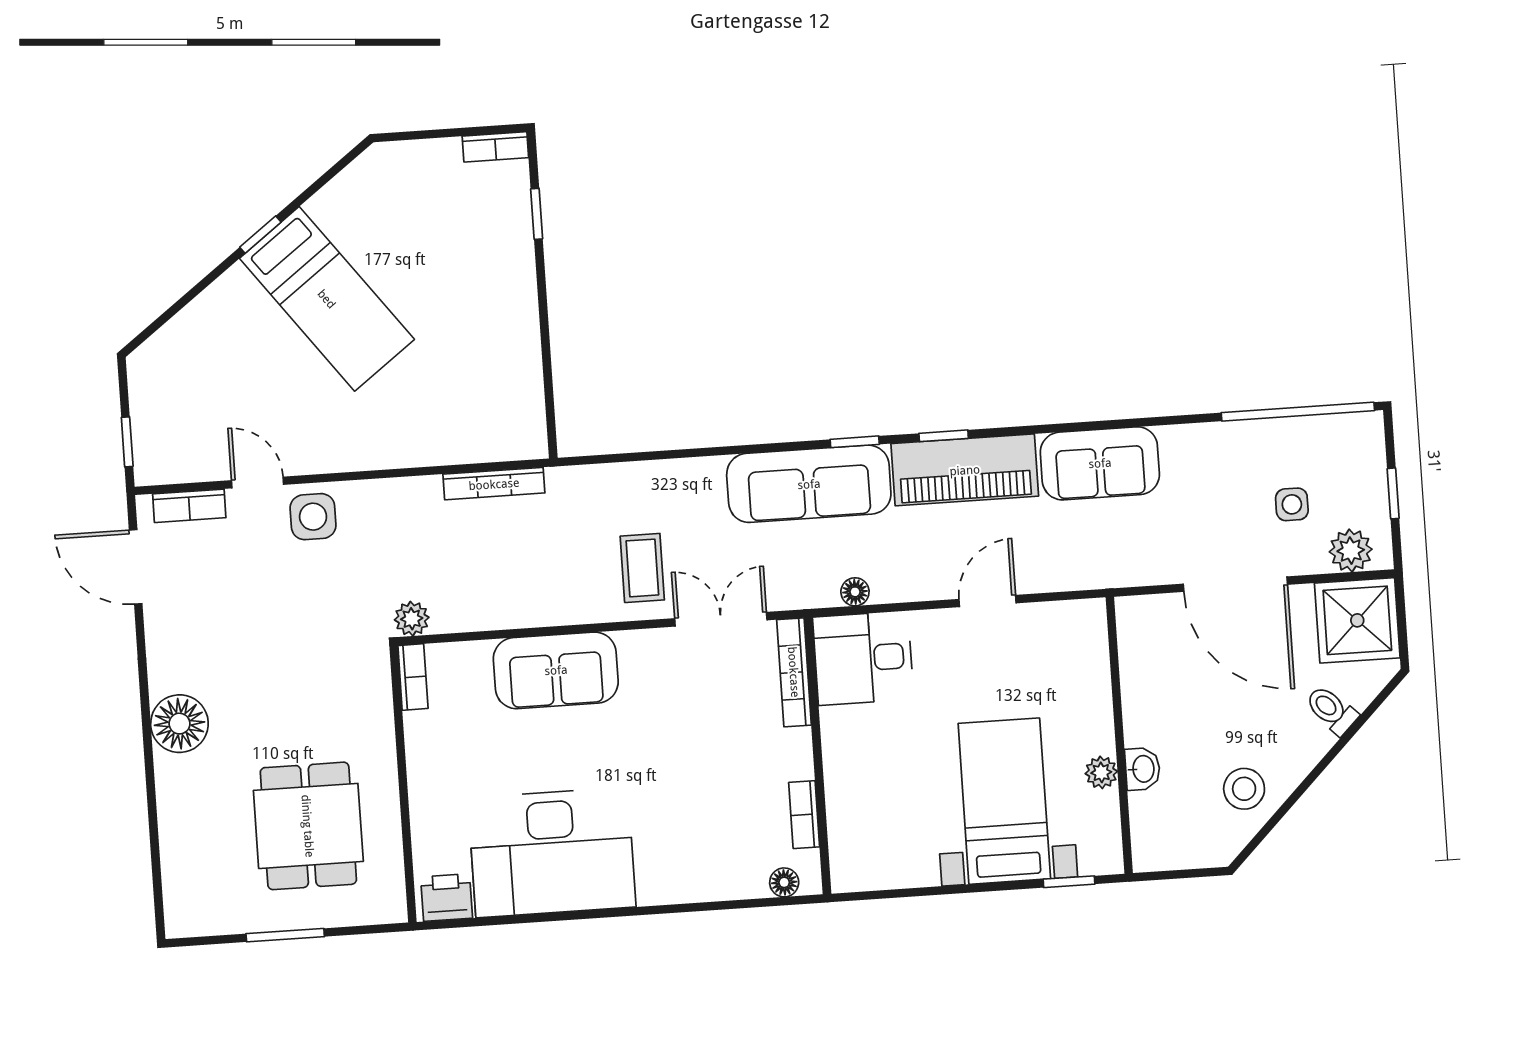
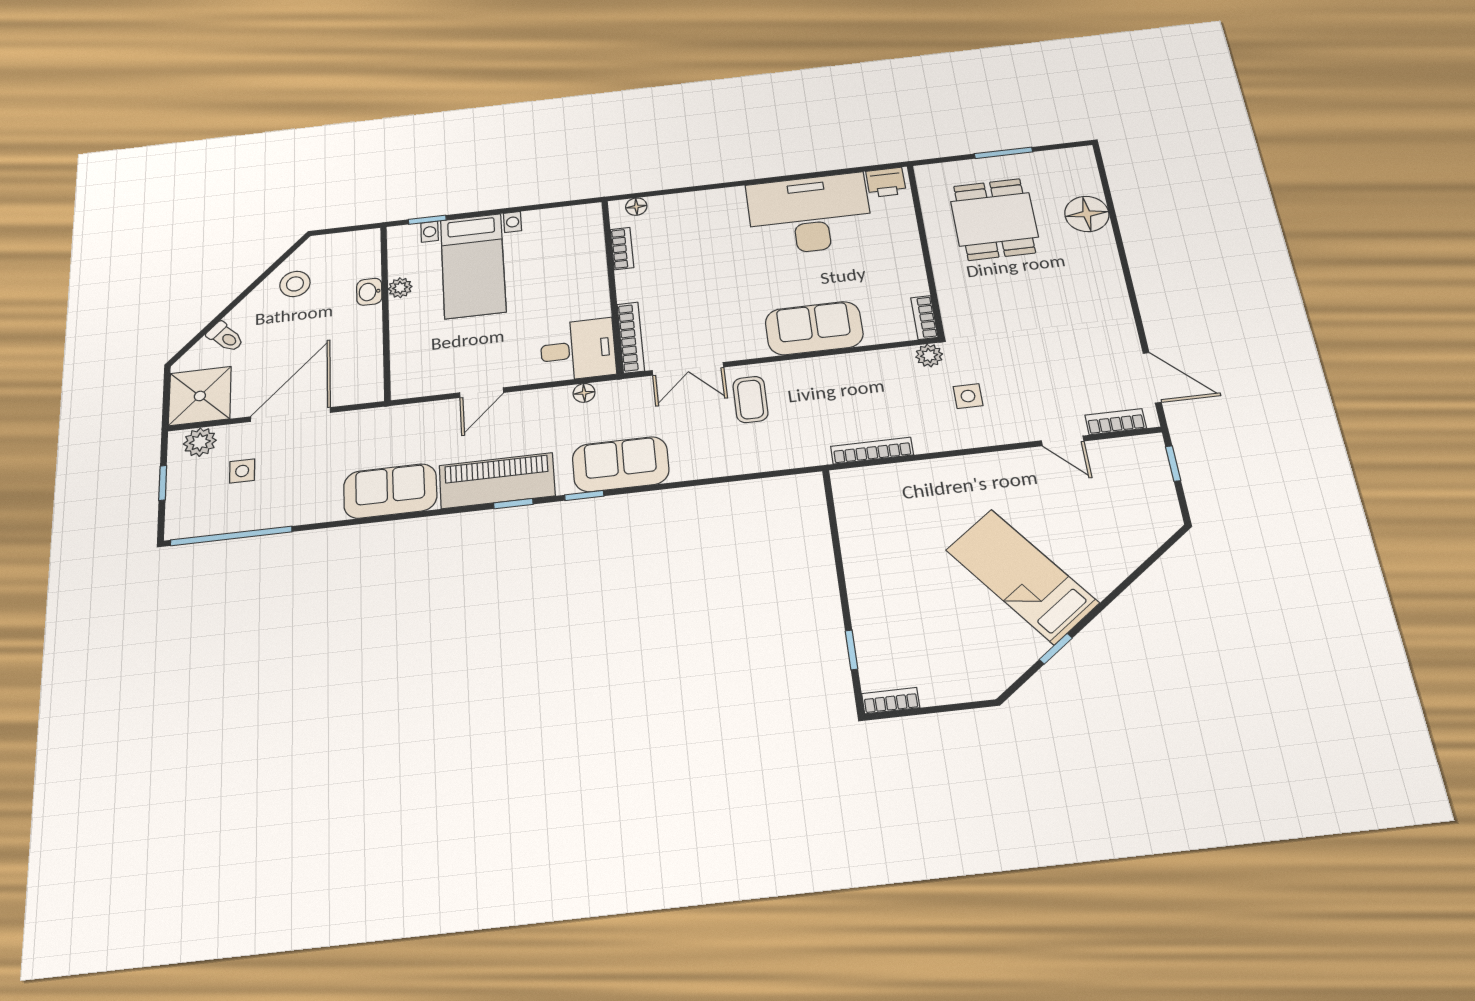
window: (260, 235) -> (1056, 649), moved
sofa: (809, 484) -> (621, 464), width x0.73
side table: (313, 517) -> (968, 396), moved, width x0.73, depth x0.73
door: (1235, 584) -> (290, 415), hinge flipped
floor lamp: (179, 724) -> (1087, 214), moved

